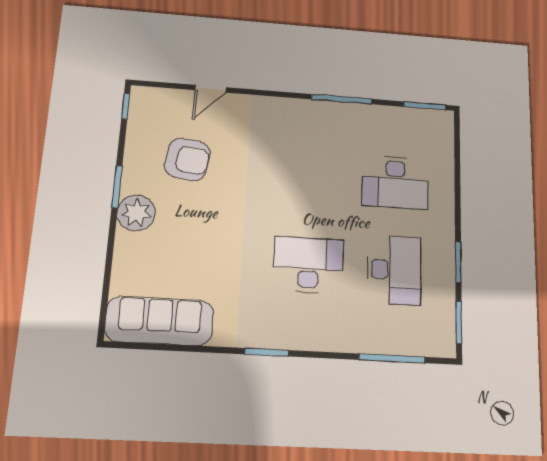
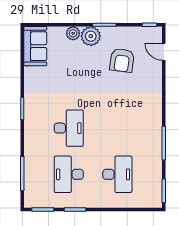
door: (211, 89) -> (164, 52), moved
desk: (395, 182) -> (117, 174), turned 180
plant: (127, 246) -> (73, 33), added
desk: (394, 270) -> (69, 174), turned 90
sofa: (160, 321) -> (35, 46), width x0.73

